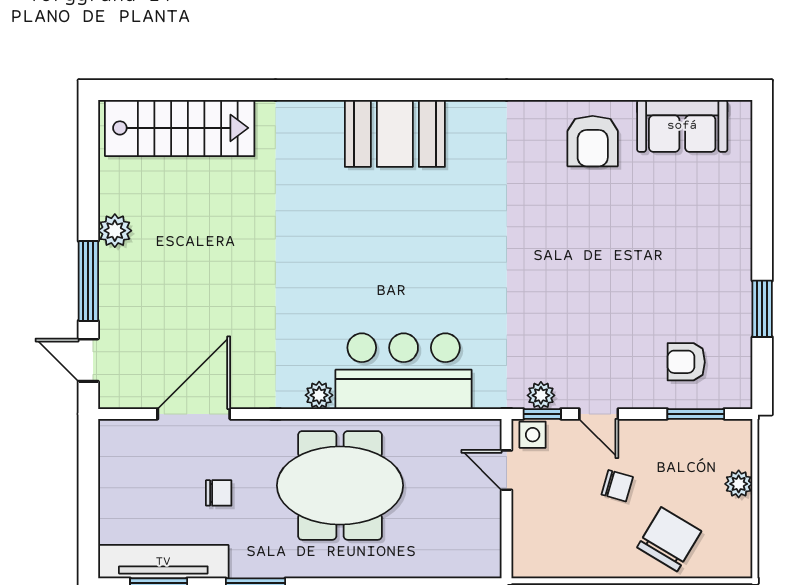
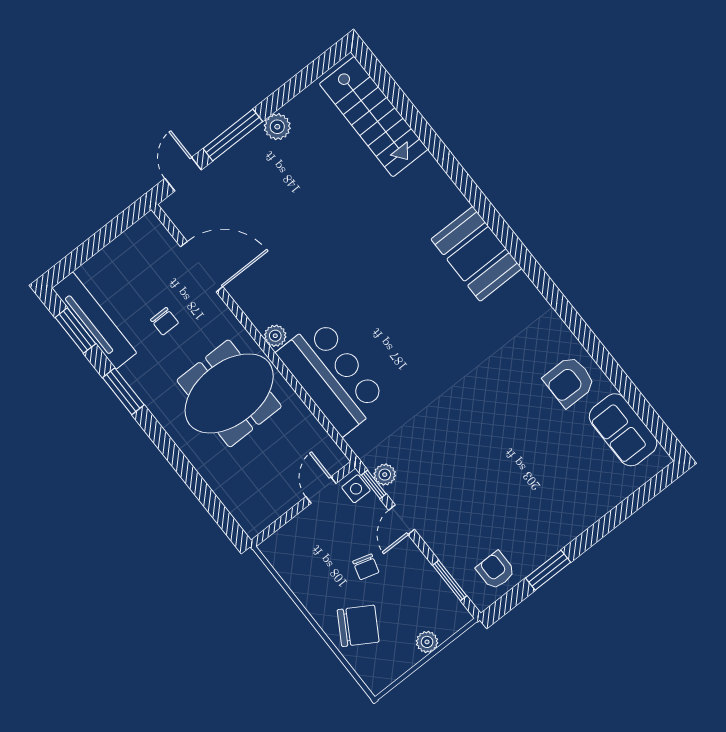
armchair: (686, 362) -> (496, 570), moved
meeting table: (340, 485) -> (229, 393), turned 90

